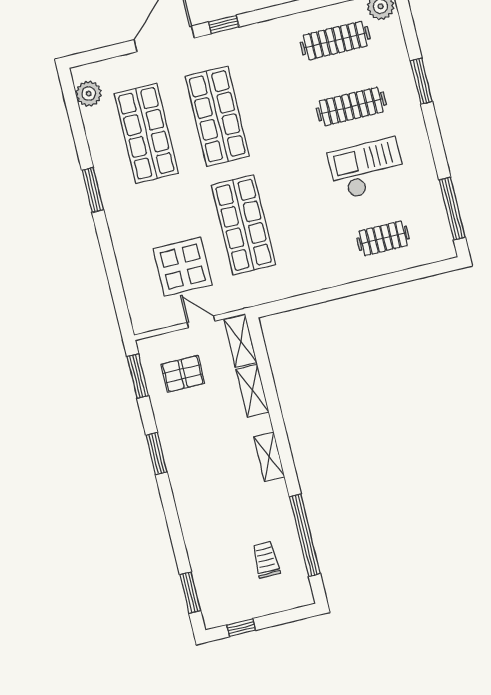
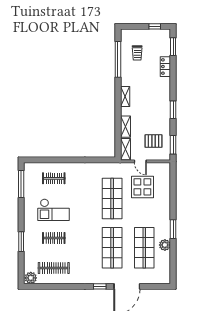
plant: (89, 94) -> (165, 245), moved
clothes rail: (351, 106) -> (54, 238), width x0.73
locker: (196, 545) -> (165, 67), added

